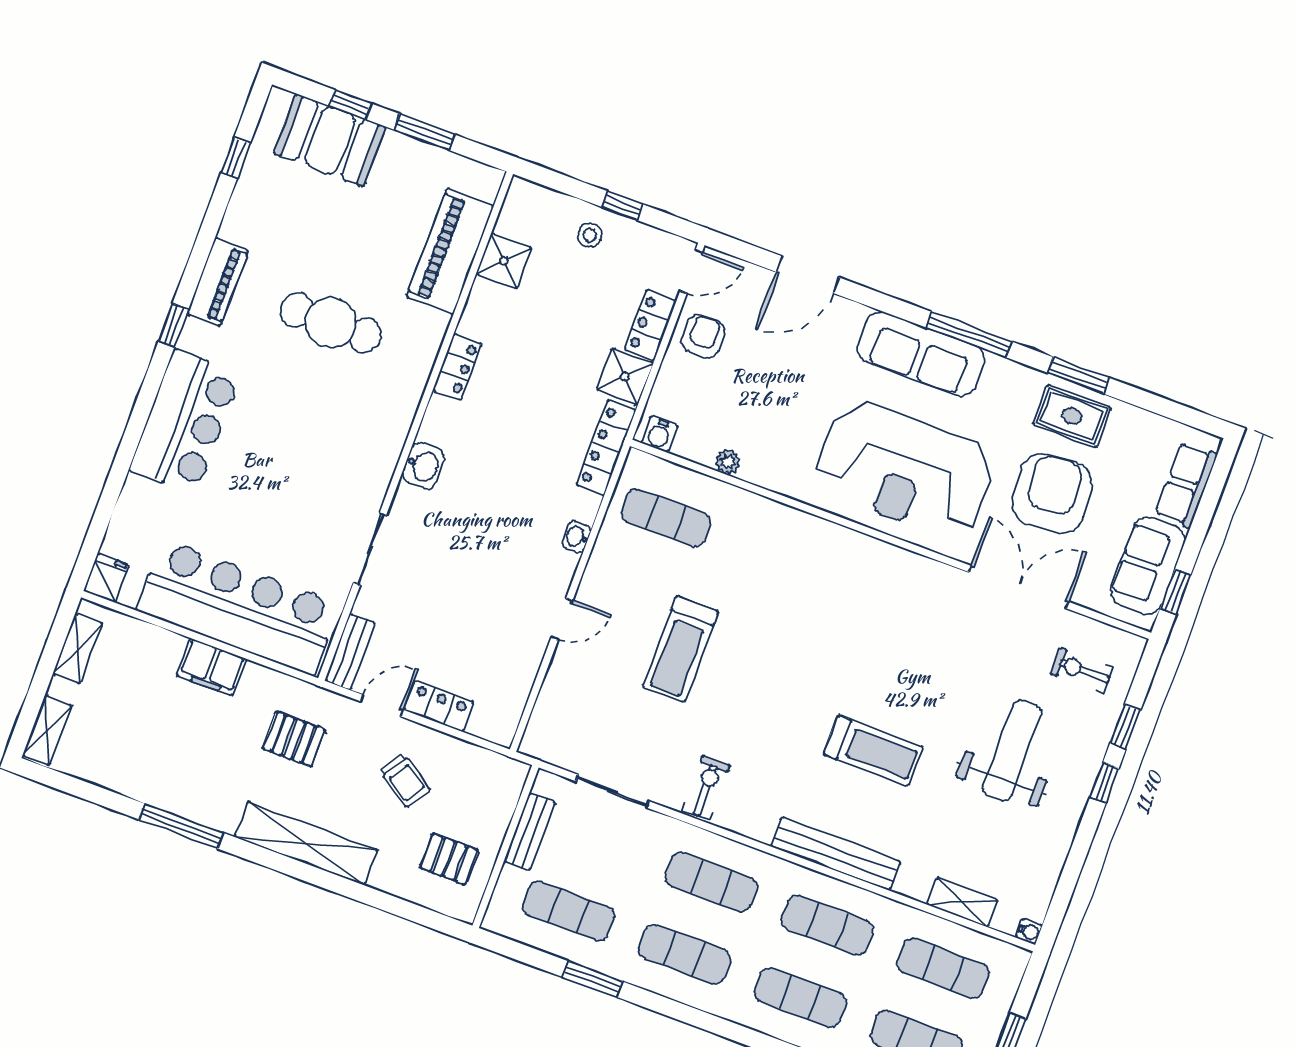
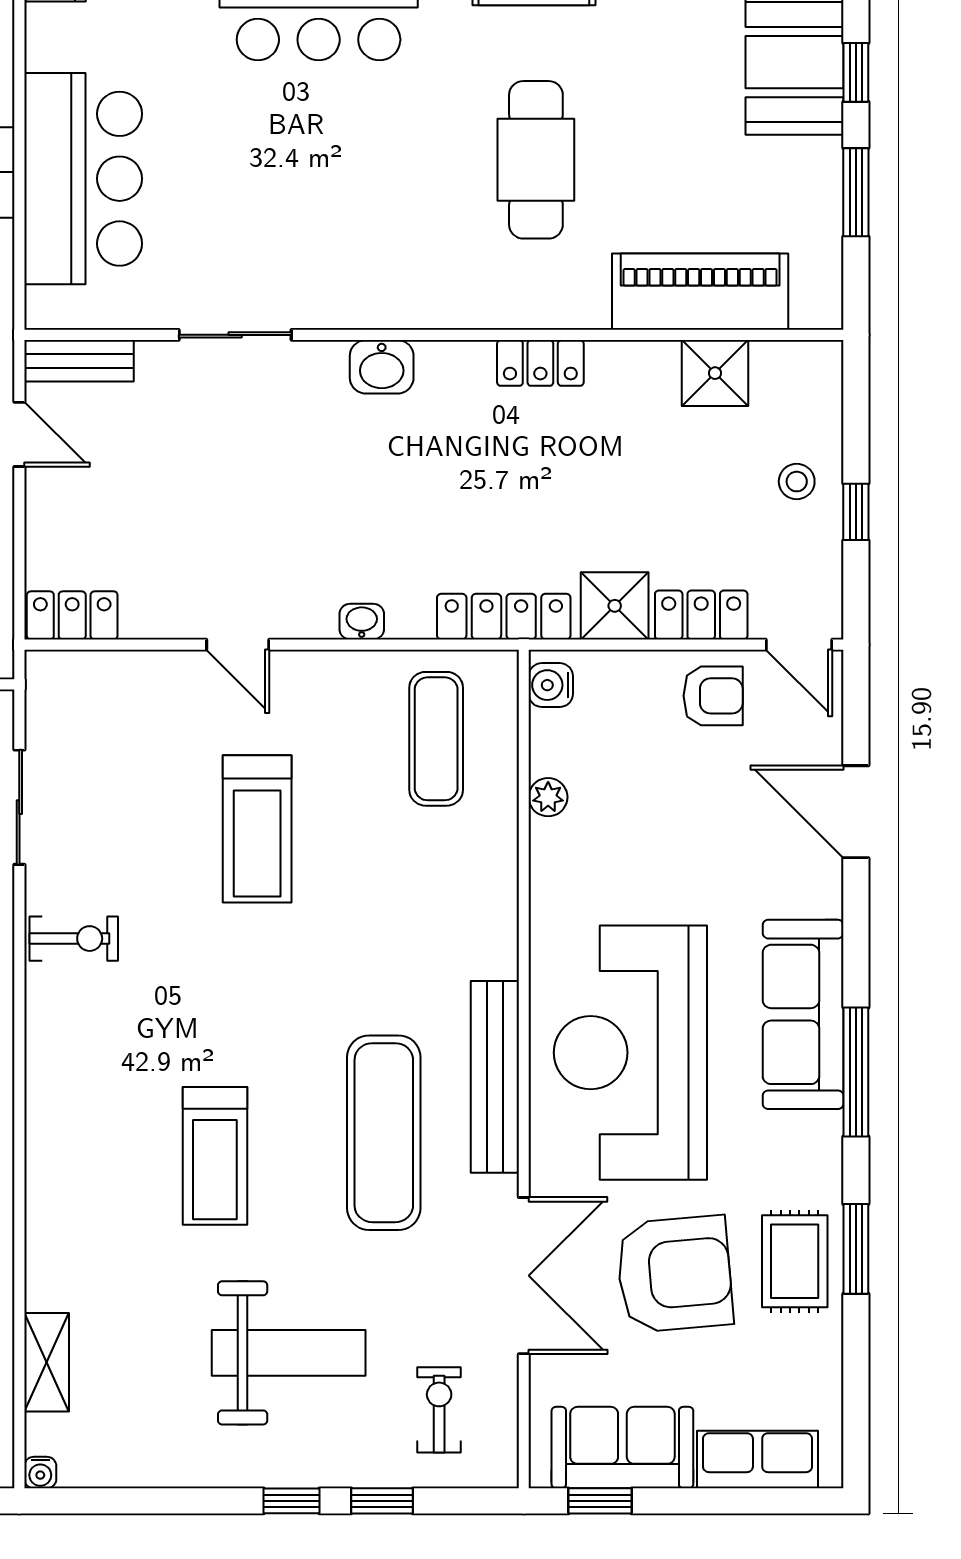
bar counter: (238, 607) -> (83, 179), width x0.73
exercise mat: (898, 641) -> (384, 1133), added
treadmill: (681, 649) -> (257, 829), turned -90
locker: (439, 706) -> (72, 615), moved, turned -90
bench: (836, 854) -> (495, 1077), moved

